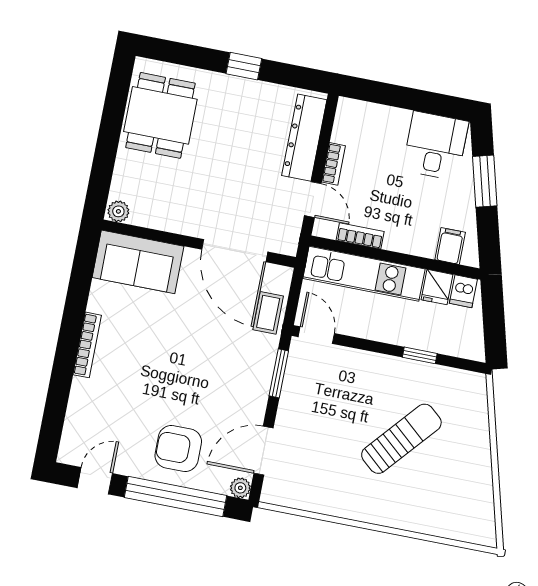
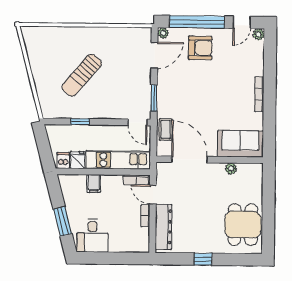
plant: (118, 211) -> (231, 169), moved
bookcase: (360, 236) -> (136, 180), moved
filing cabinet: (450, 246) -> (94, 184), moved
plant: (69, 453) -> (258, 34), added

